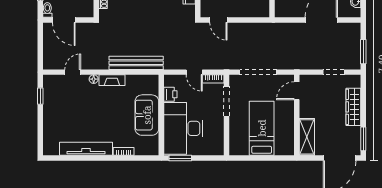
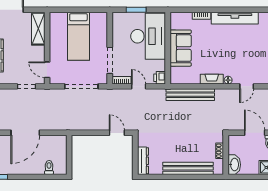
doorway: (334, 72) -> (26, 86), moved
door: (297, 91) -> (47, 70), swing flipped
printer: (170, 94) -> (160, 78), moved
window: (180, 158) -> (136, 10), moved

